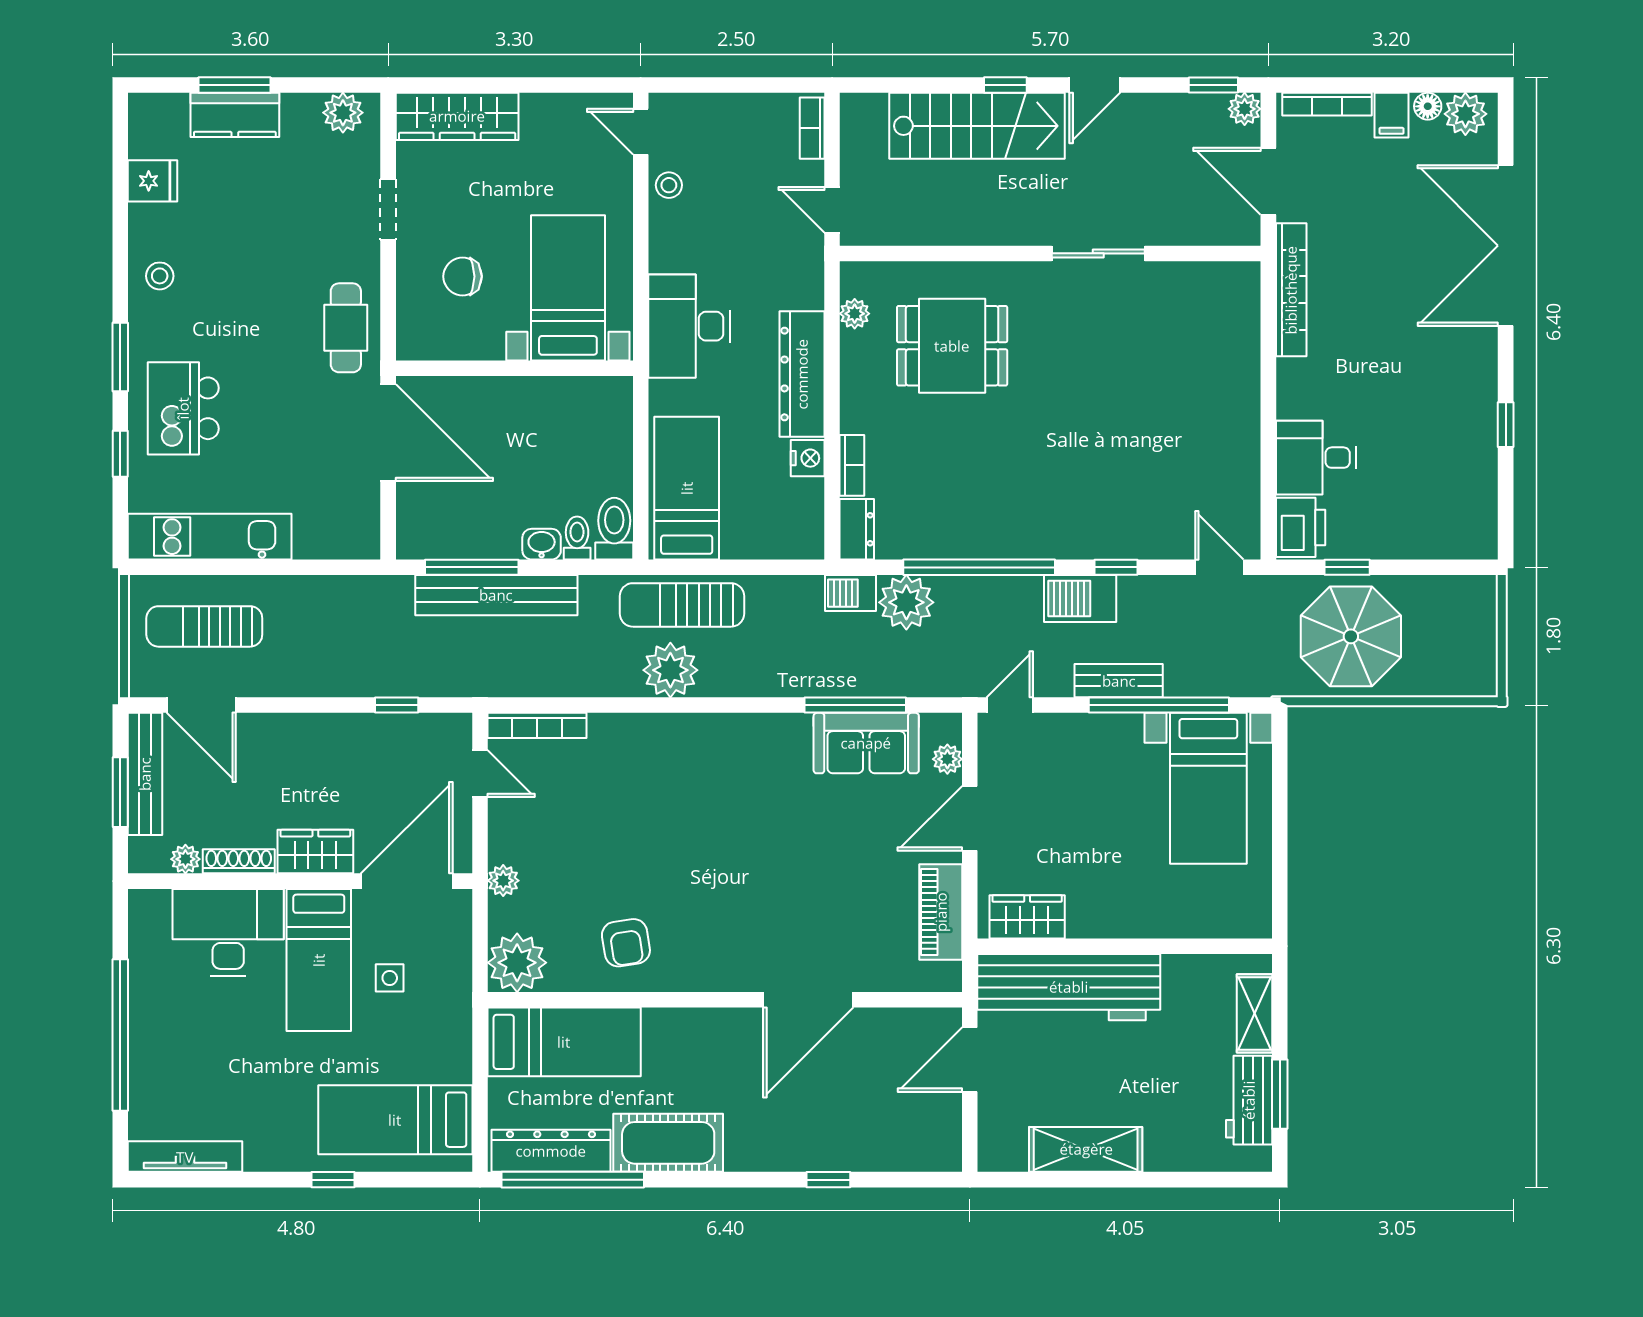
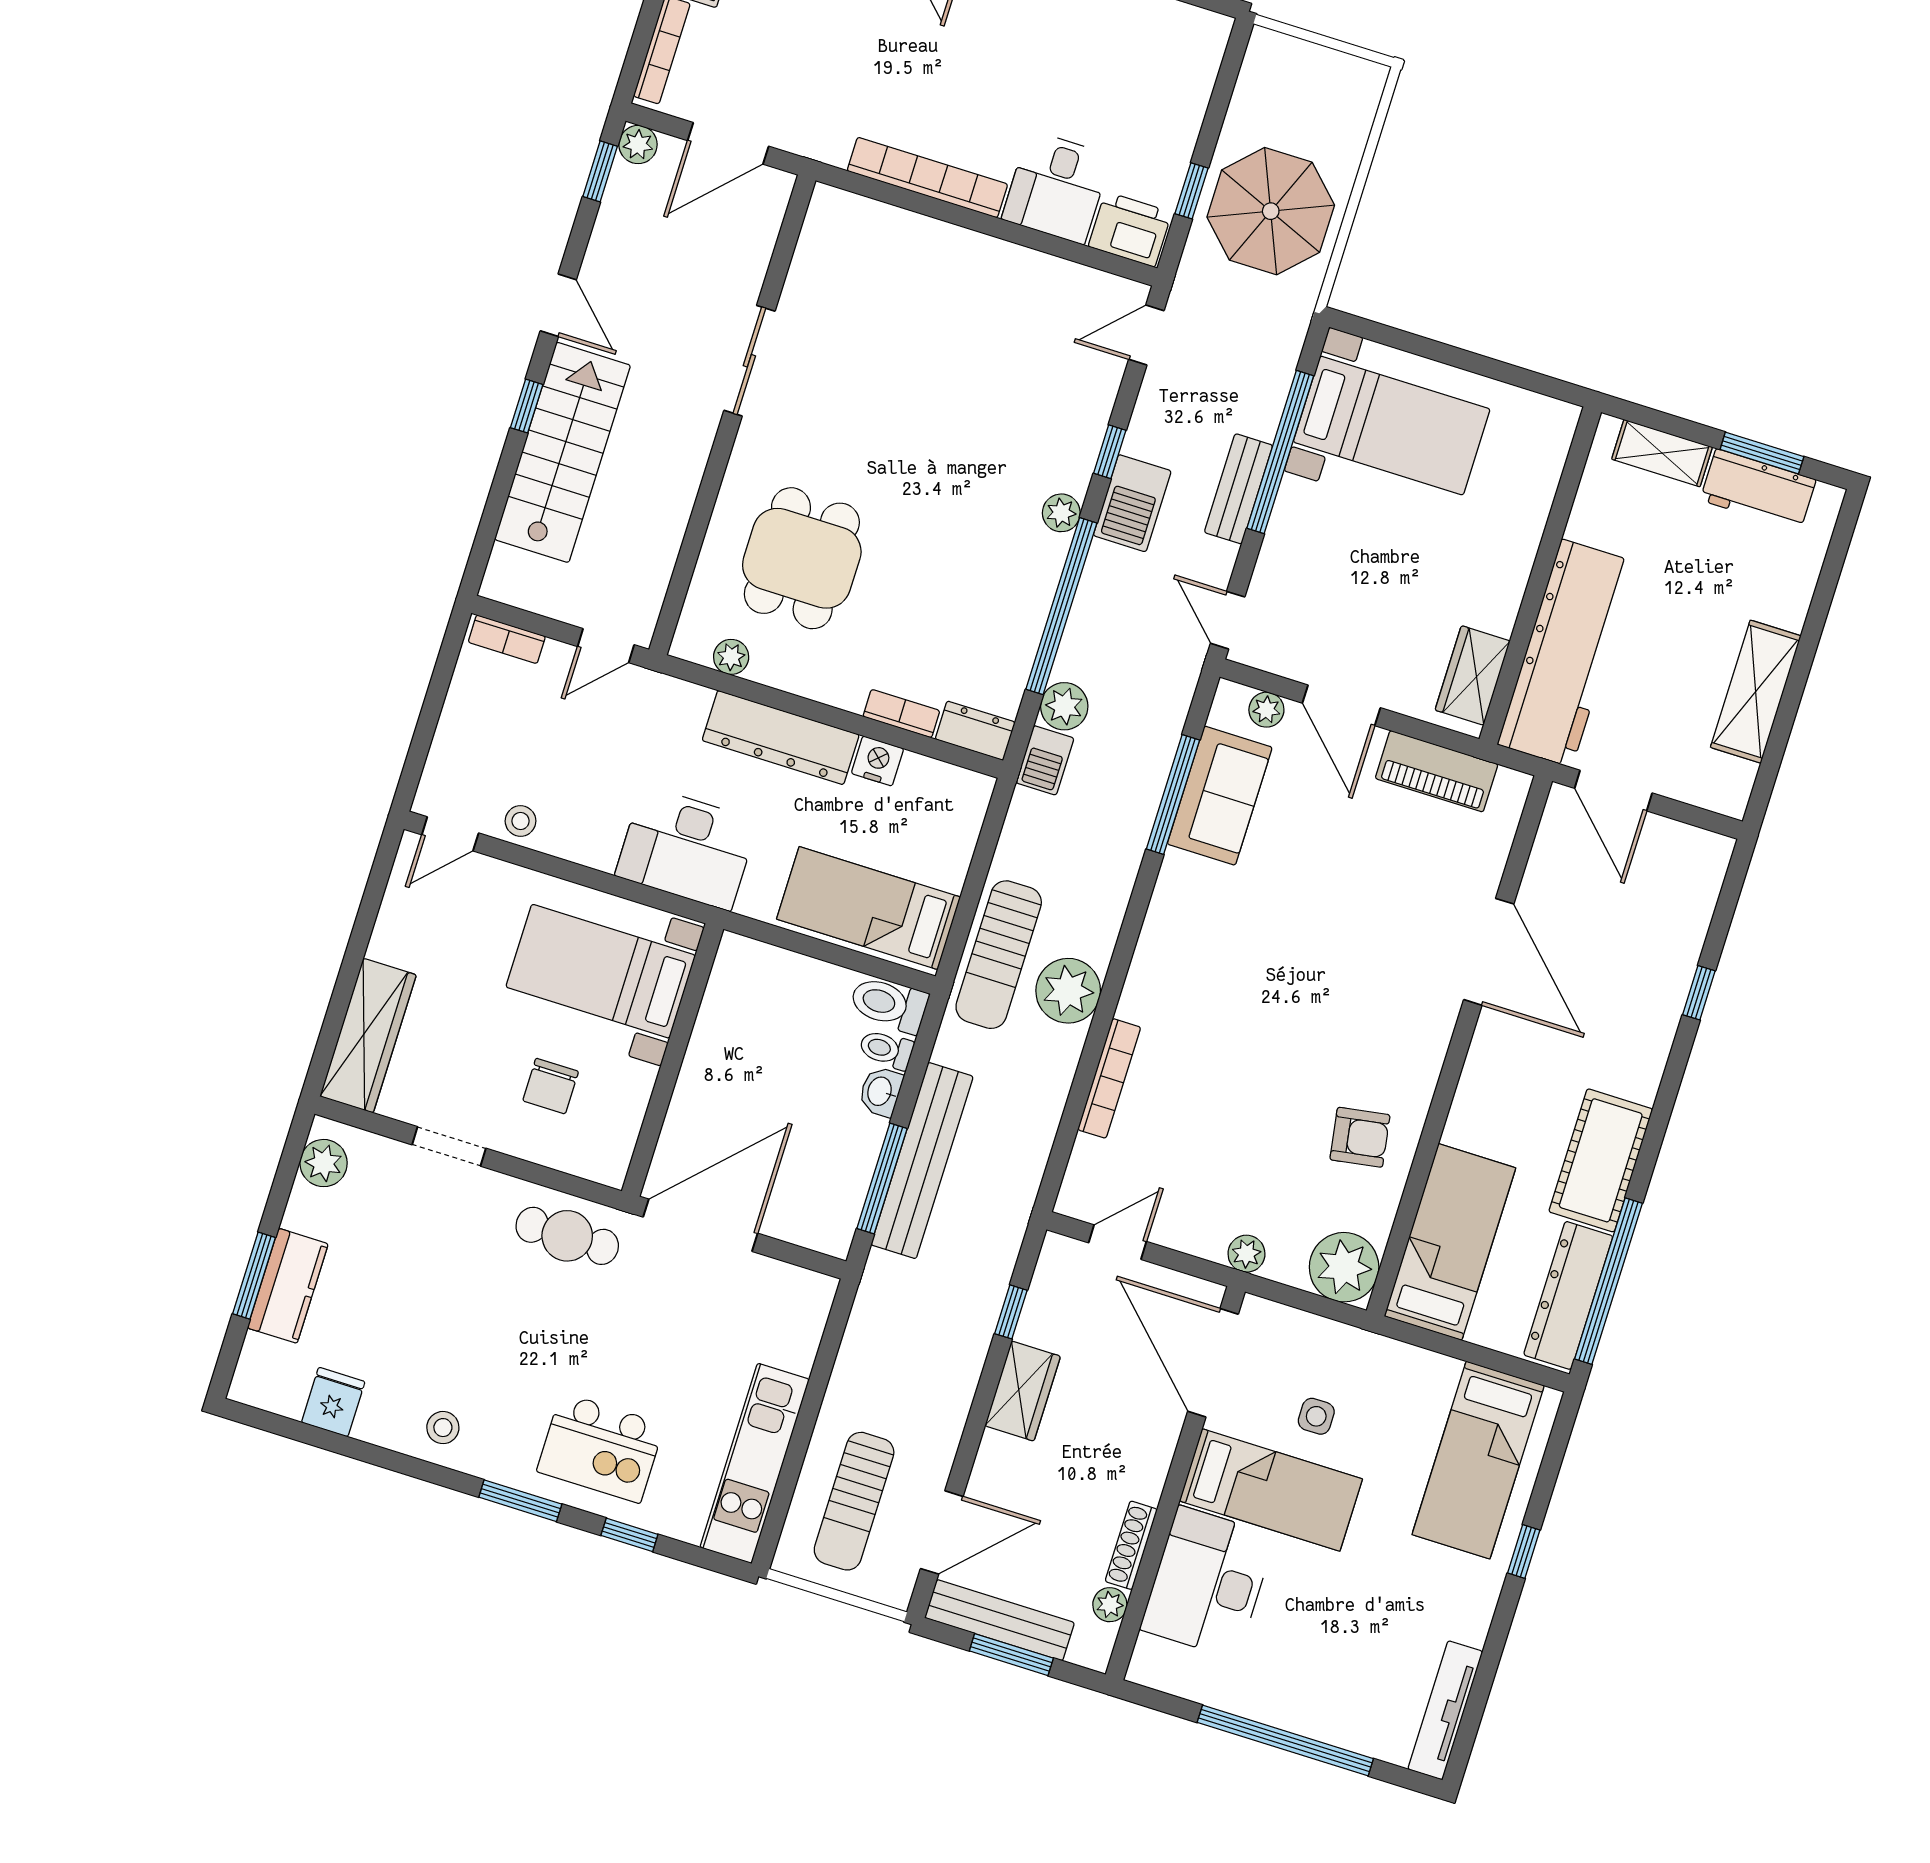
bookcase: (1291, 290) -> (927, 178), moved
plant: (1054, 544) -> (1061, 513), added
plant: (906, 602) -> (1064, 706), width x0.73, depth x0.73
bookcase: (537, 725) -> (1109, 1078), moved
wardrobe: (315, 852) -> (1023, 1391), moved, turned 180

